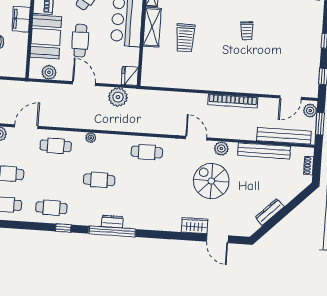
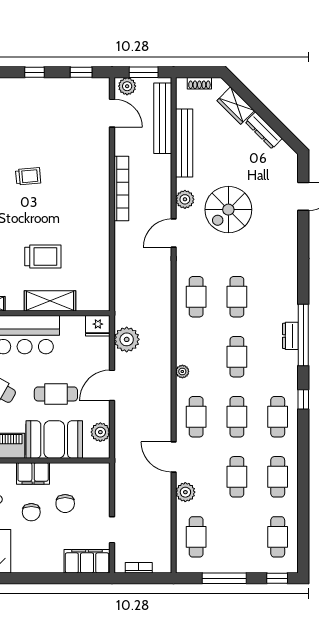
shelving: (152, 27) -> (50, 301), moved
cafe table: (54, 177) -> (237, 417), added
cafe table: (145, 183) -> (237, 297), added
wardrobe: (195, 226) -> (236, 106), moved, turned -45

